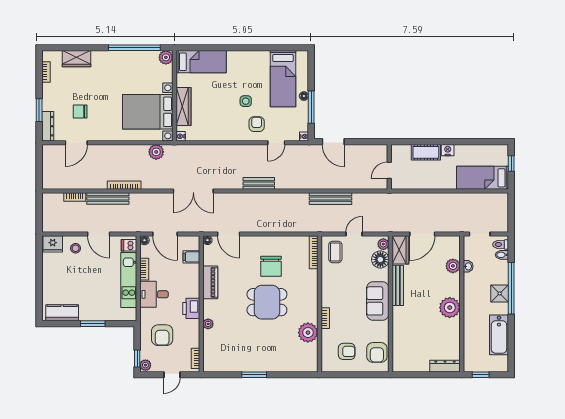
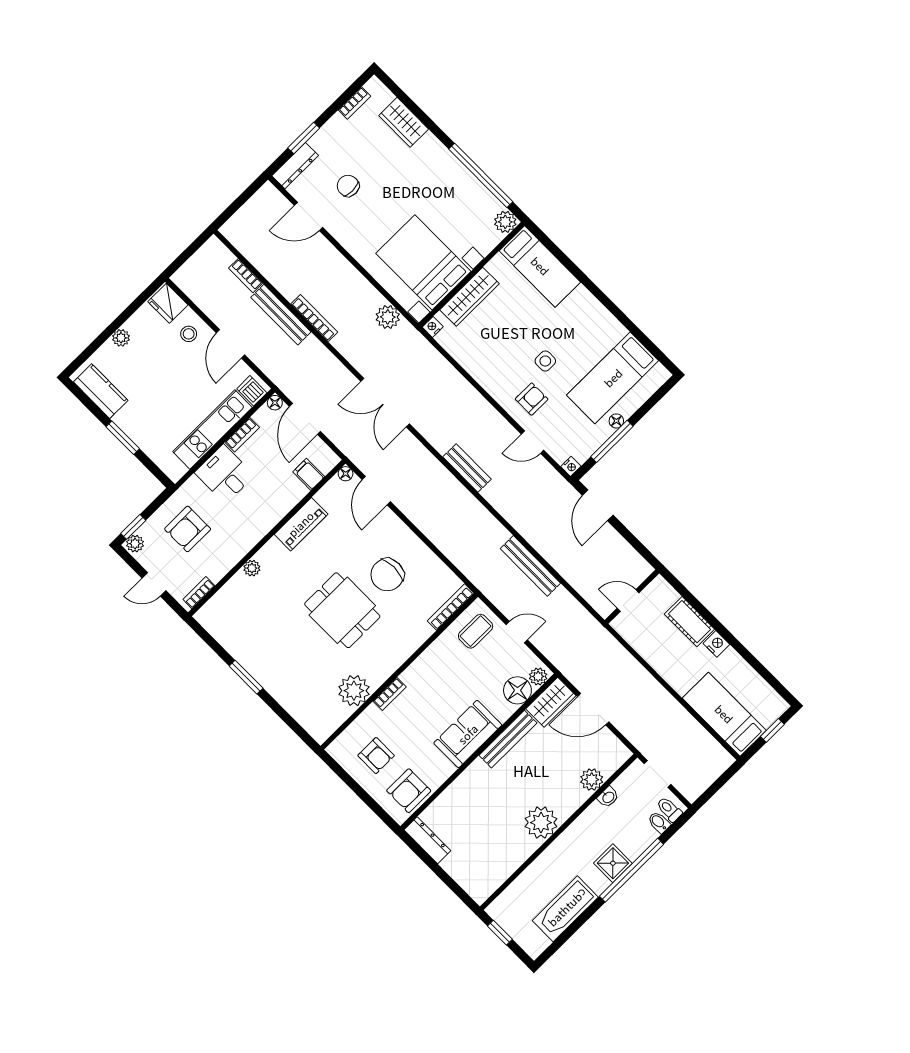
plant: (47, 280) -> (121, 338), added
printer: (191, 308) -> (250, 532), removed
dresser: (445, 366) -> (427, 840), moved

